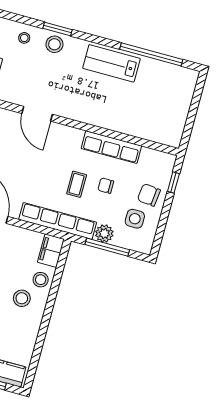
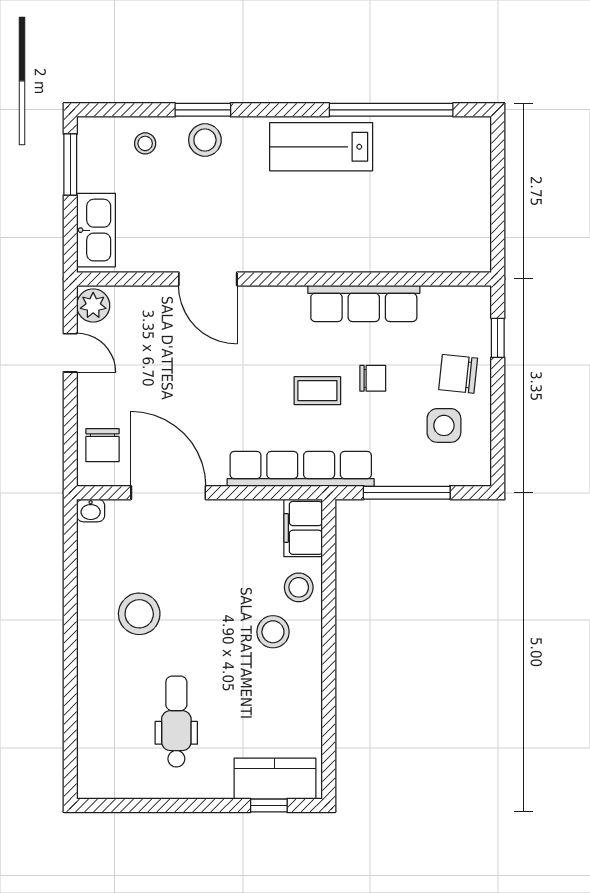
coffee table: (77, 184) -> (317, 391), turned 90
chair: (106, 186) -> (373, 378), turned 180
plant: (104, 234) -> (394, 469), removed

